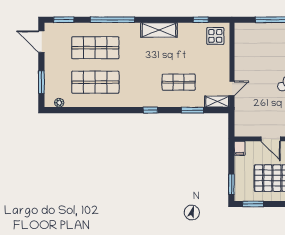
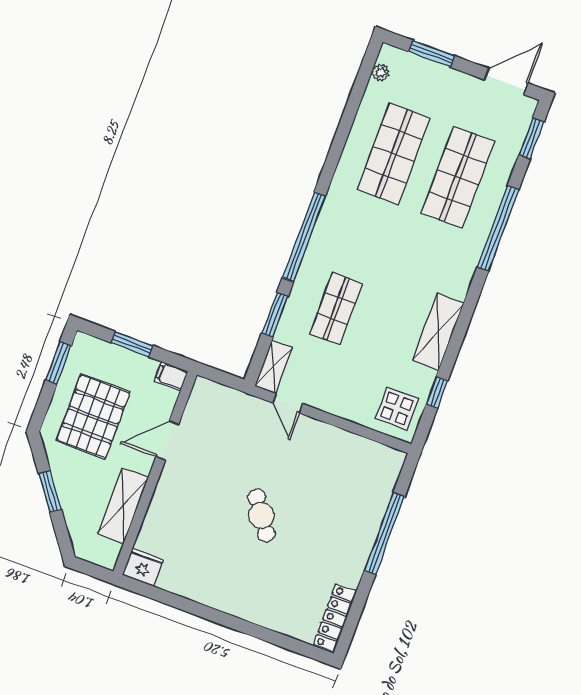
shelving: (159, 30) -> (438, 332), moved
window: (150, 110) -> (304, 237), width x3.17
window: (231, 184) -> (132, 344), moved

